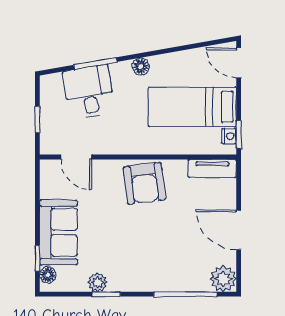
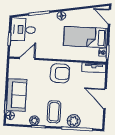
desk: (89, 92) -> (23, 30), moved, turned -80
door: (76, 157) -> (27, 58), swing flipped
armchair: (144, 183) -> (60, 73), turned -83
coffee table: (137, 262) -> (54, 112), added
plant: (223, 279) -> (74, 121), moved

